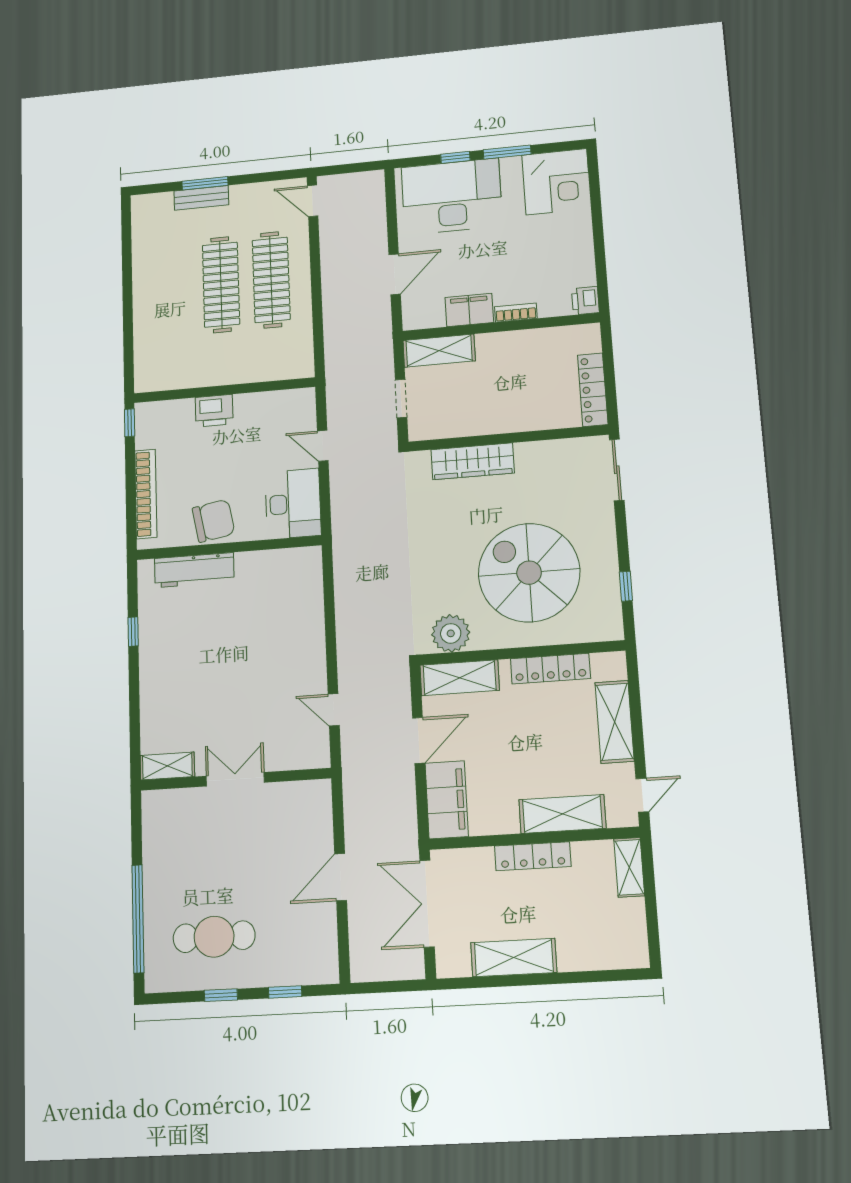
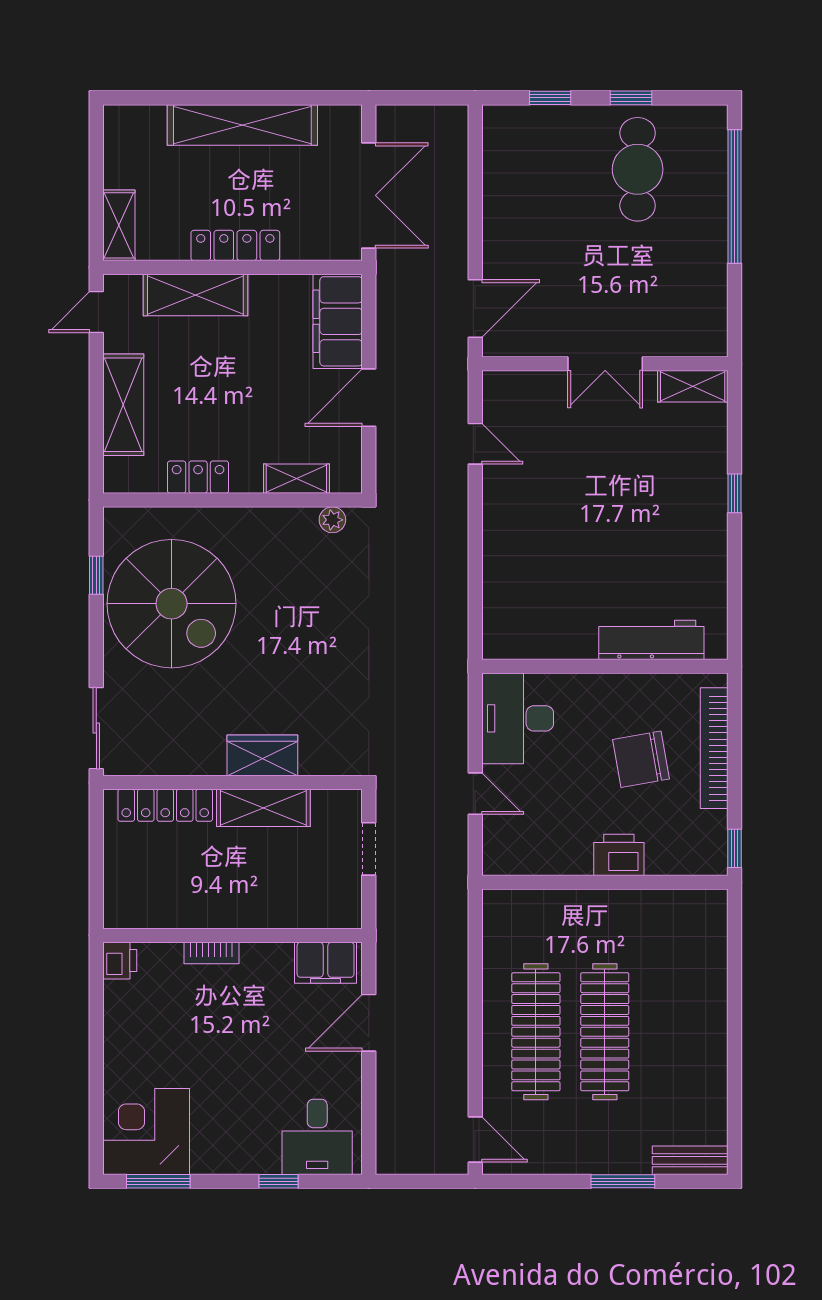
window: (507, 152) -> (158, 1181), moved
desk: (452, 196) -> (317, 1137), width x0.53, depth x0.77
bench: (201, 198) -> (690, 1160), moved
filing cabinet: (469, 310) -> (326, 963), moved
shelving: (439, 351) -> (263, 808), moved
locker: (593, 390) -> (165, 805), moved, turned 90
wardrobe: (473, 461) -> (262, 755), width x0.67
chair: (213, 521) -> (641, 759), moved
spiral stairs: (529, 573) -> (172, 604), moved
window: (133, 632) -> (734, 493), moved
plant: (451, 633) -> (332, 520), width x0.53, depth x0.53
locker: (550, 669) -> (198, 477), width x0.66
shelving: (460, 678) -> (296, 479), width x0.67, depth x0.75
door: (341, 877) -> (475, 309), moved
cafe table: (214, 937) -> (638, 169), turned 90
shelving: (514, 958) -> (242, 125), width x1.47

